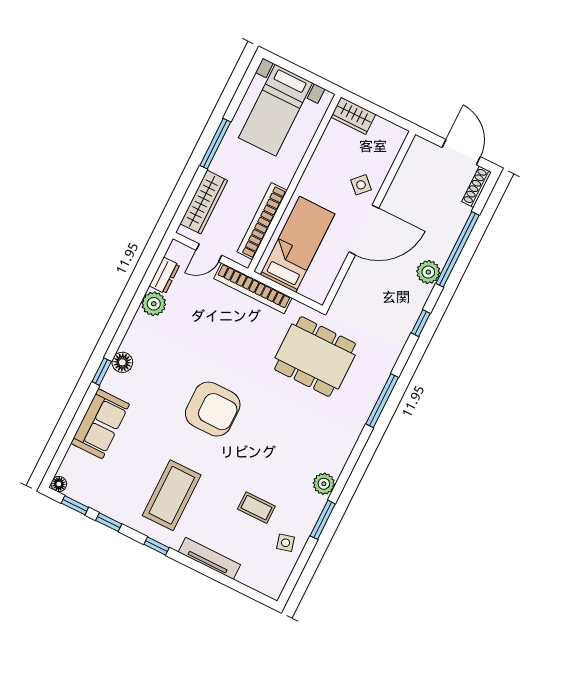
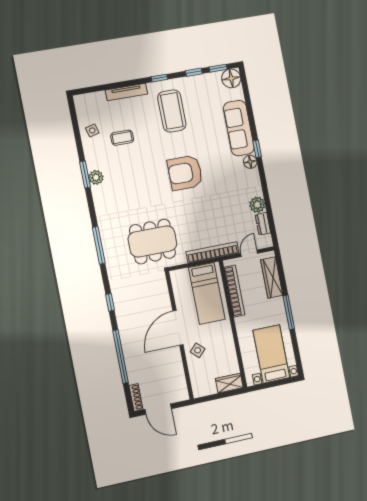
plant: (428, 272) -> (127, 332), removed
sofa: (100, 424) -> (239, 128), width x1.36
floor lamp: (59, 484) -> (231, 78), width x1.89, depth x1.89
window: (323, 520) -> (85, 175), moved

